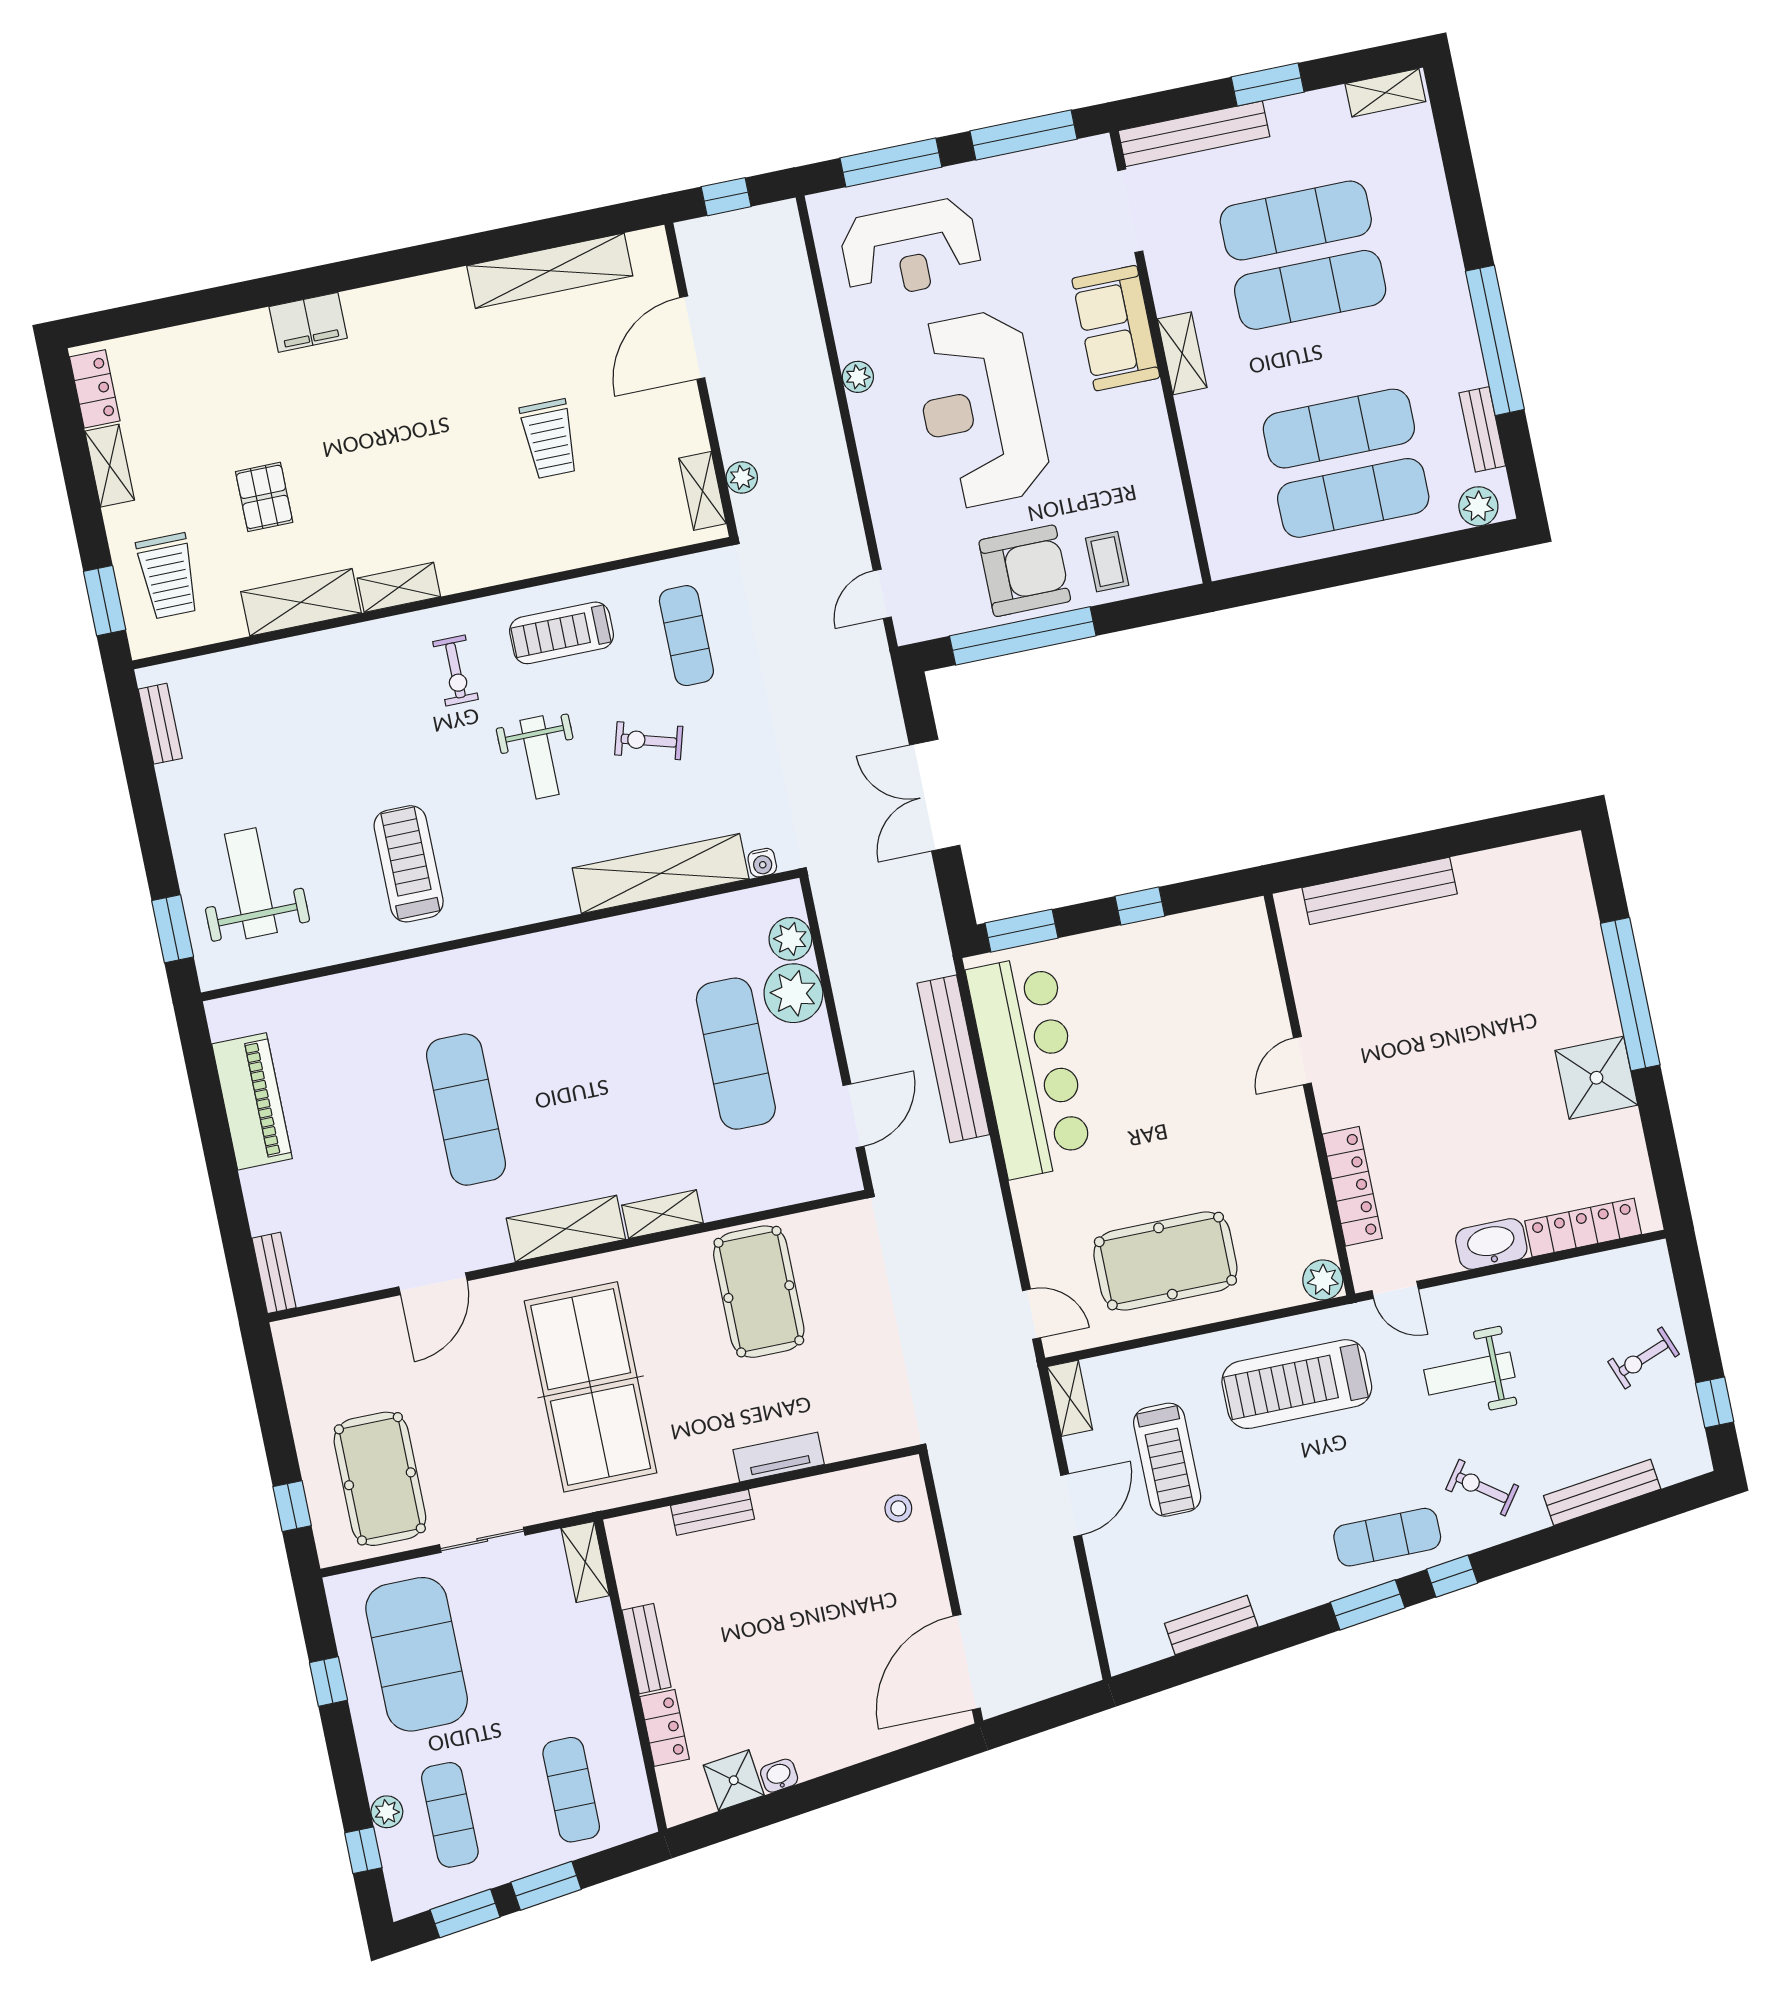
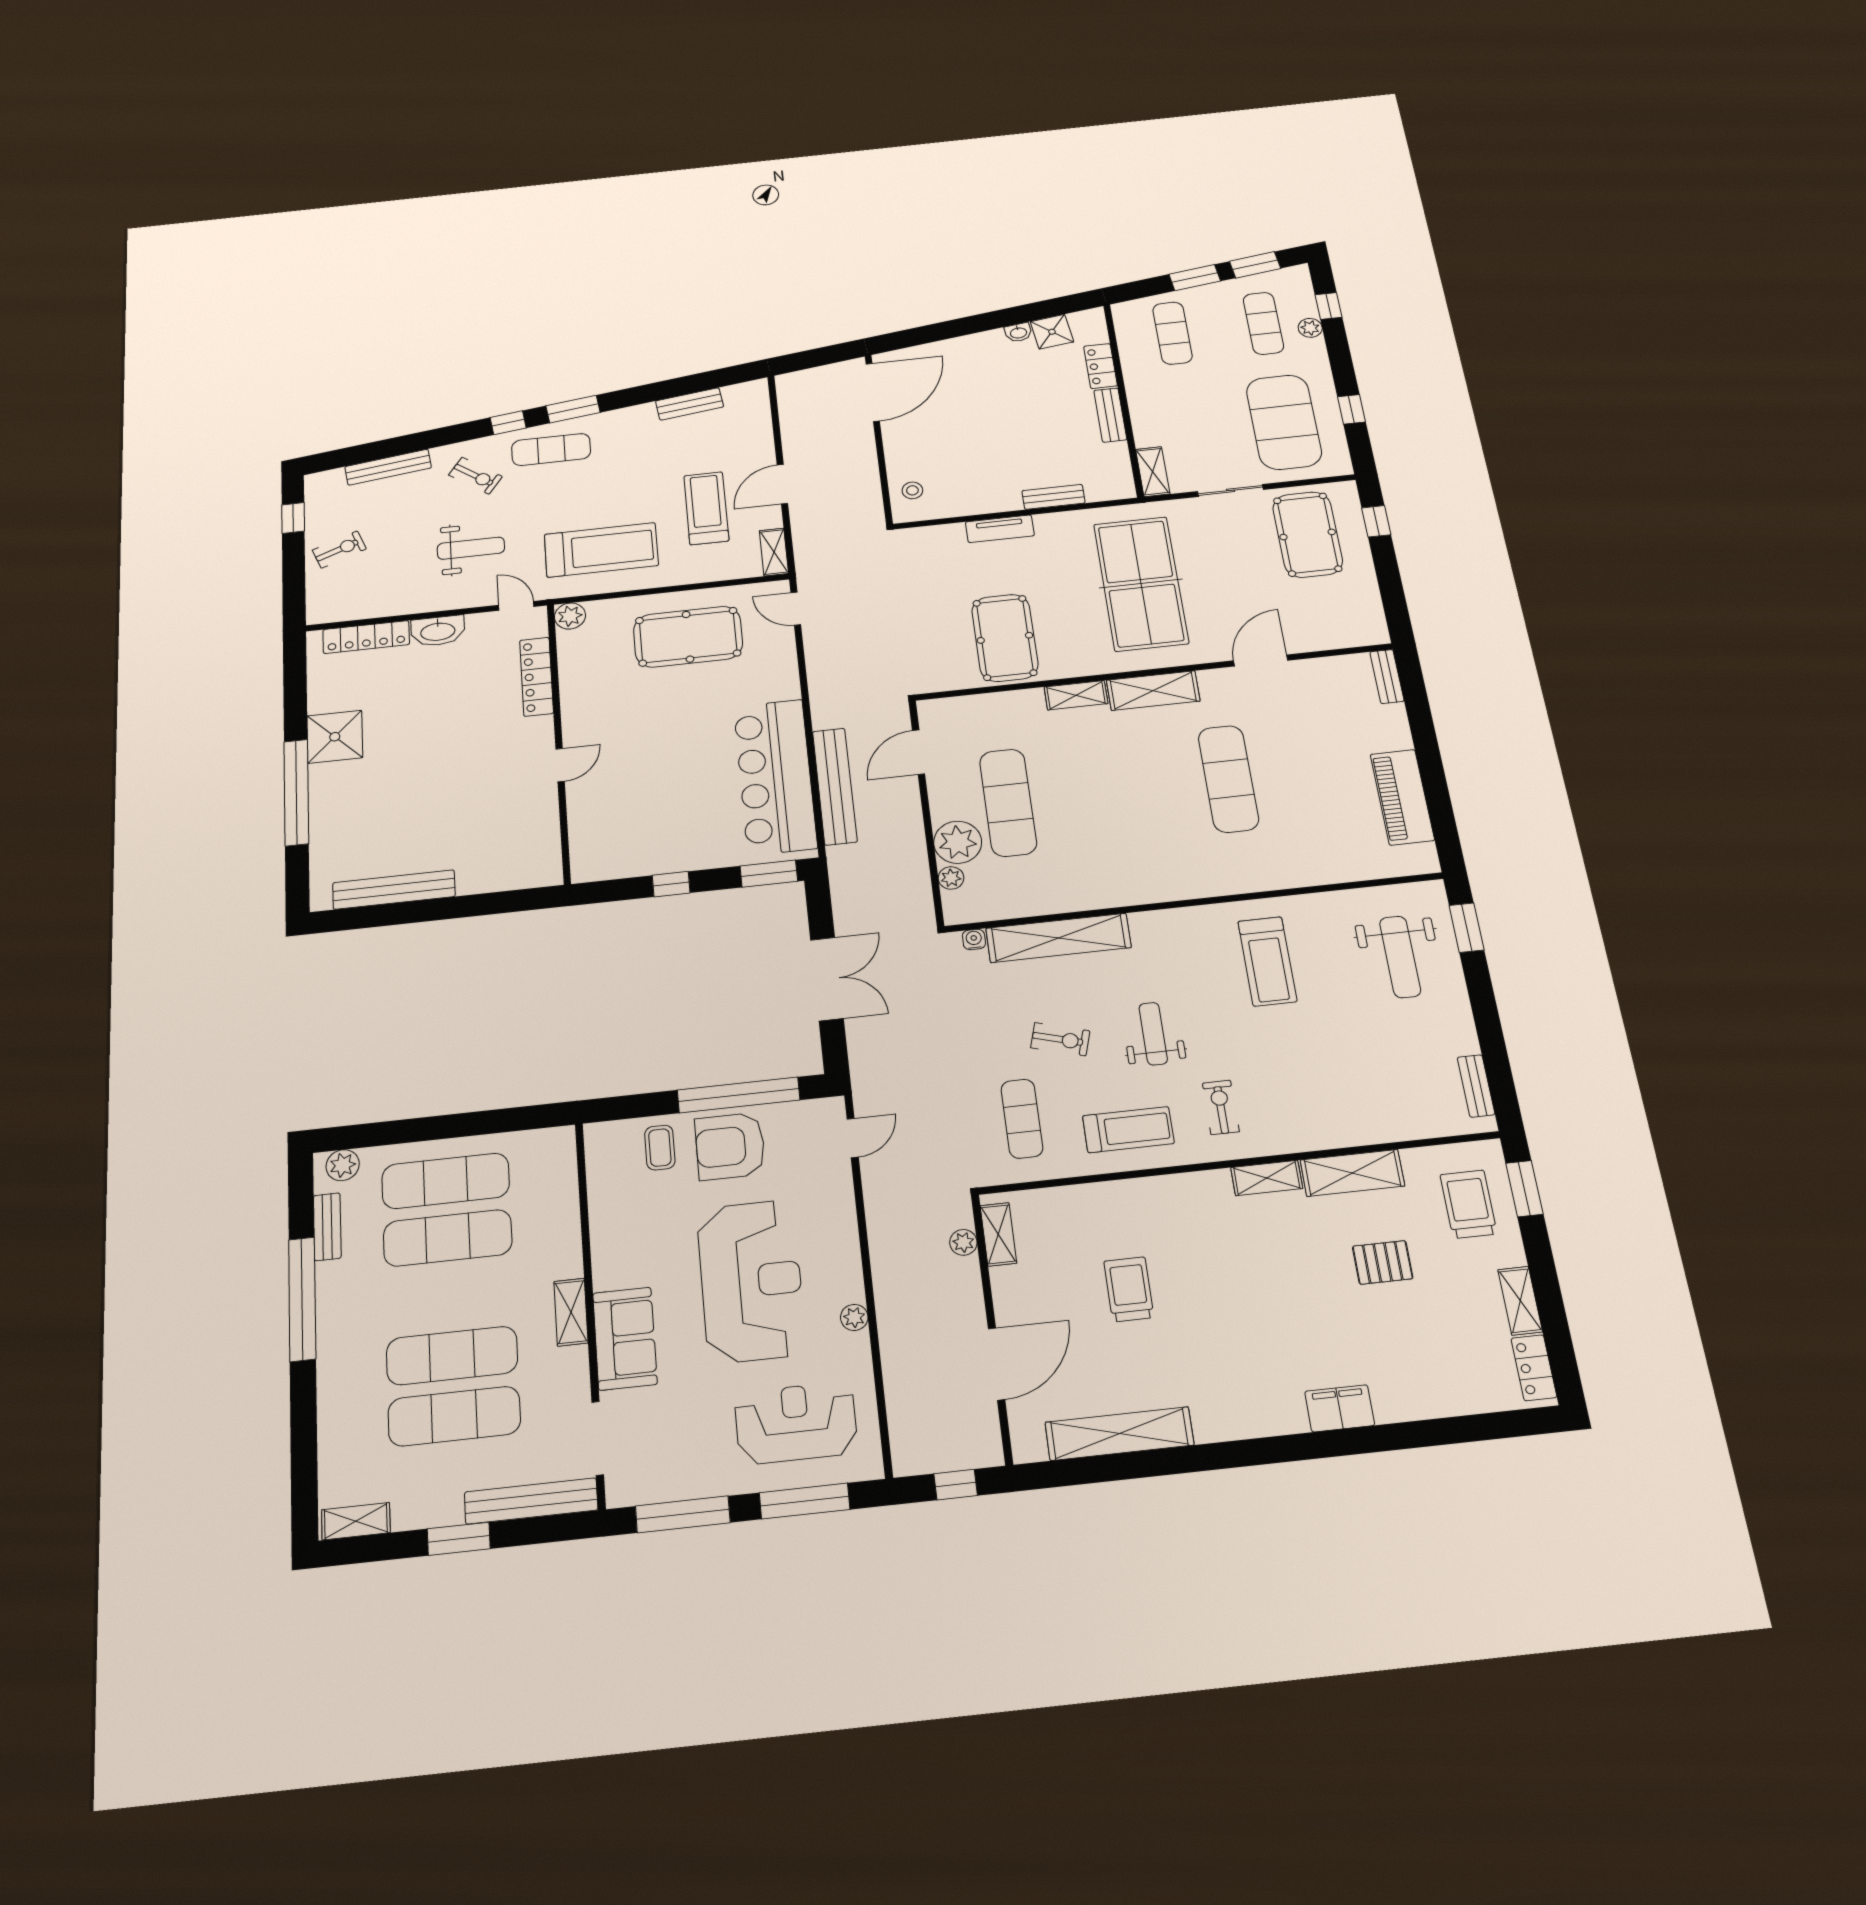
pallet: (264, 497) -> (1383, 1262), turned 90
bench: (1380, 891) -> (394, 890), moved
plant: (790, 939) -> (951, 878), width x0.73, depth x0.73

